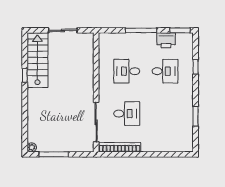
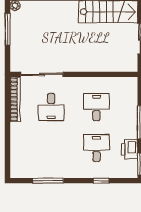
desk: (165, 71) -> (96, 148), turned 180
window: (196, 116) -> (48, 181), width x1.44

